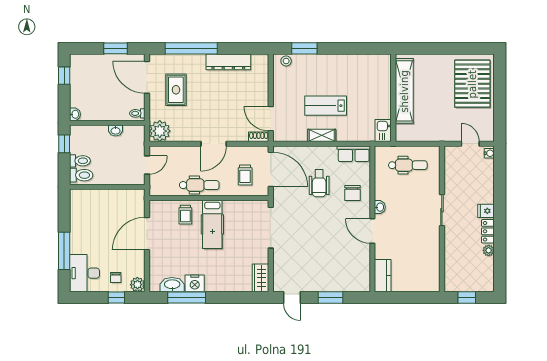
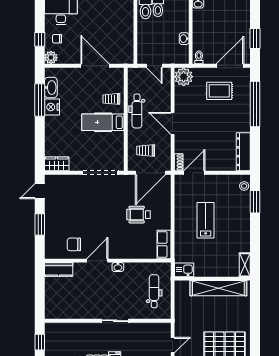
dresser: (228, 62) -> (243, 152), moved
shelving: (322, 135) -> (245, 265), moved
dental chair: (408, 165) -> (154, 291), turned 180
chair: (352, 193) -> (74, 244), moved

